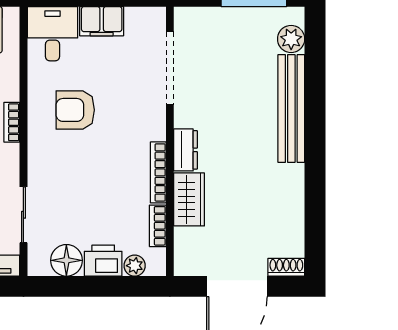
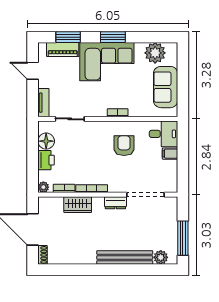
filing cabinet: (102, 21) -> (170, 154), width x0.50
dresser: (186, 150) -> (115, 203), moved
plant: (135, 266) -> (43, 187), moved

